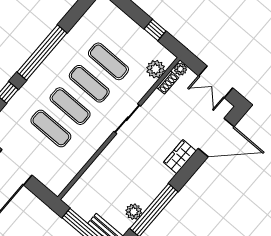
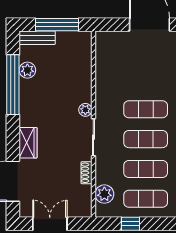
plant: (180, 69) -> (85, 110), moved
shoe rack: (167, 82) -> (87, 173), moved
exercise mat: (51, 129) -> (146, 199), moved

